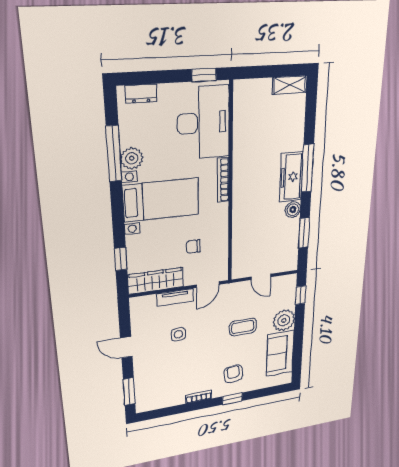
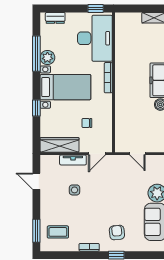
window: (121, 259) -> (36, 108), moved
coffee table: (243, 327) -> (58, 232), moved
door: (126, 347) -> (36, 181), moved

